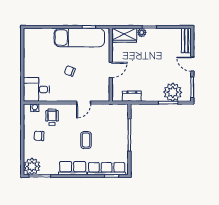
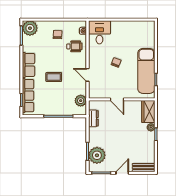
plant: (112, 110) -> (81, 101), added

